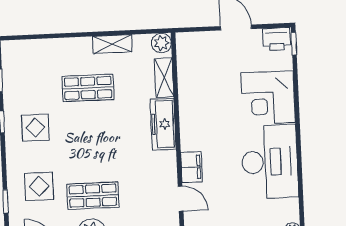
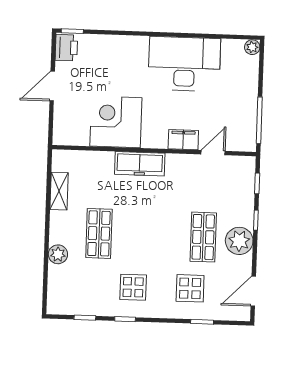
plant: (161, 43) -> (58, 254), moved
shelving: (112, 44) -> (59, 191), moved
shelving: (164, 78) -> (95, 159), removed
corner desk: (268, 98) -> (116, 122), moved, turned 180

